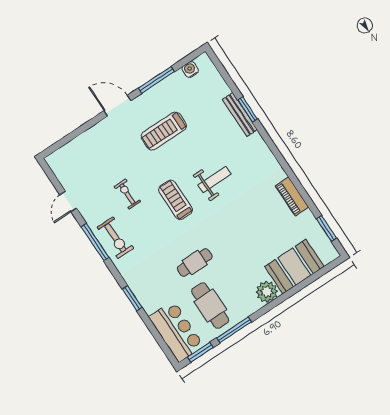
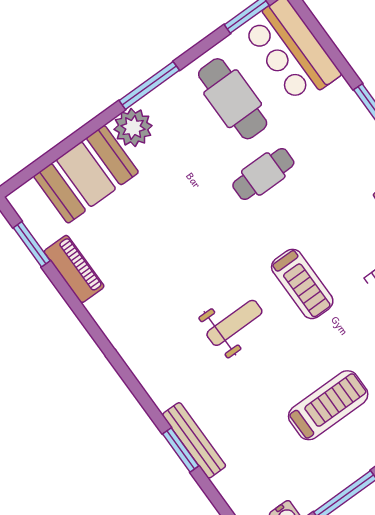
weight bench: (214, 180) -> (234, 323), turned 180
piano: (292, 196) -> (74, 269), moved
window: (234, 330) -> (149, 85), moved

